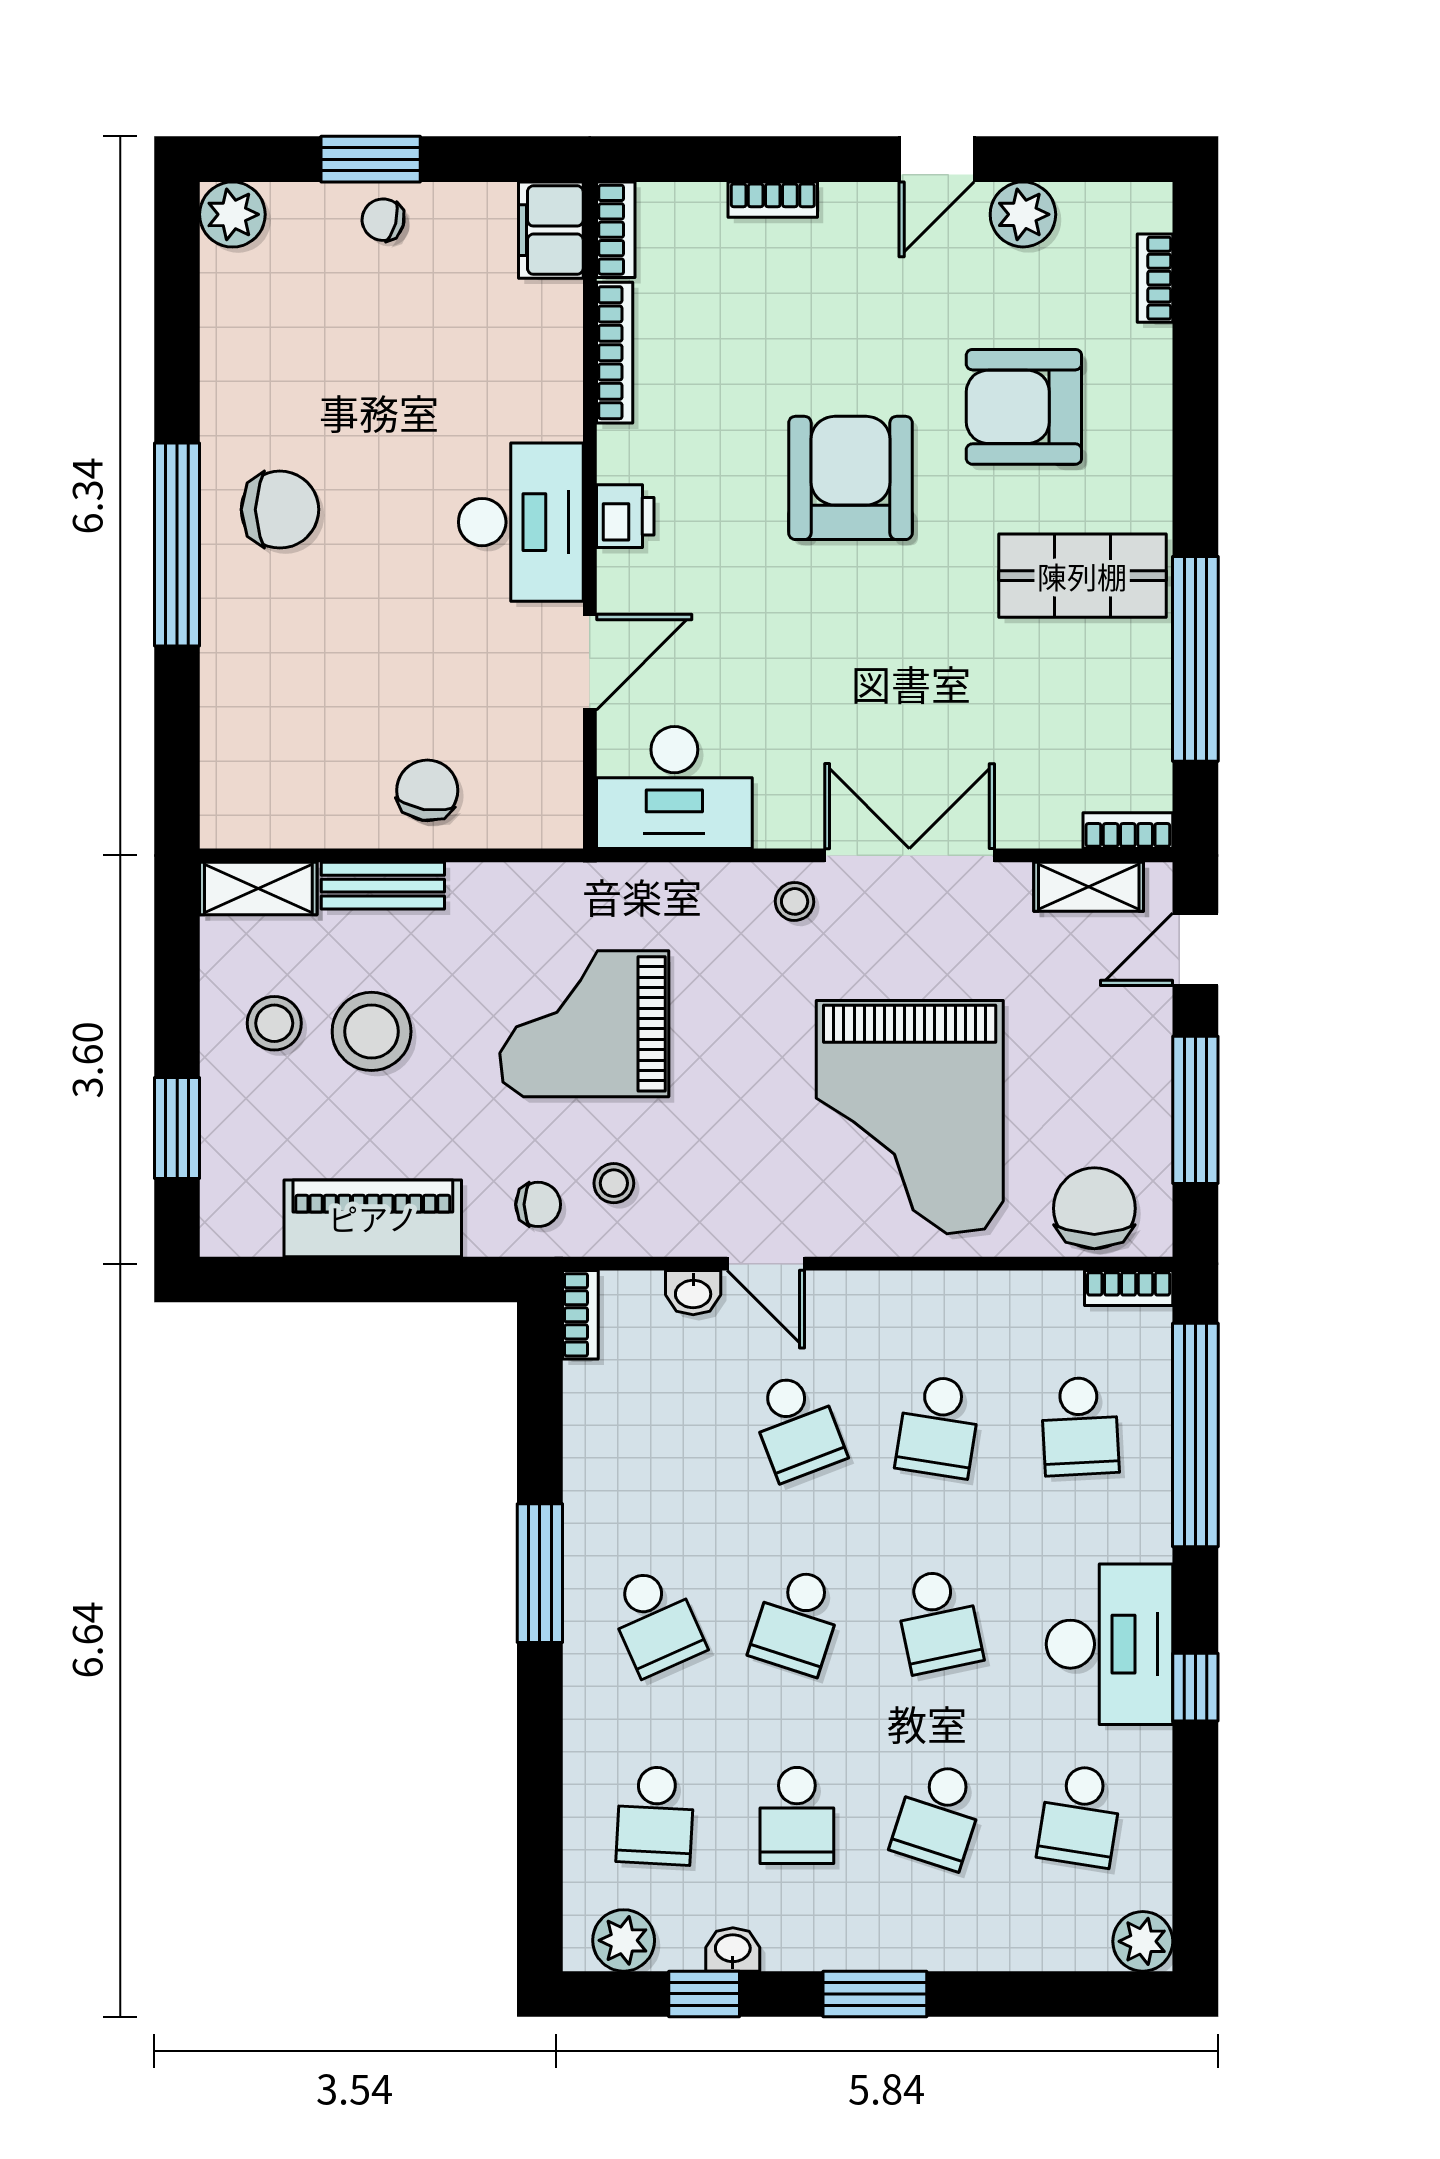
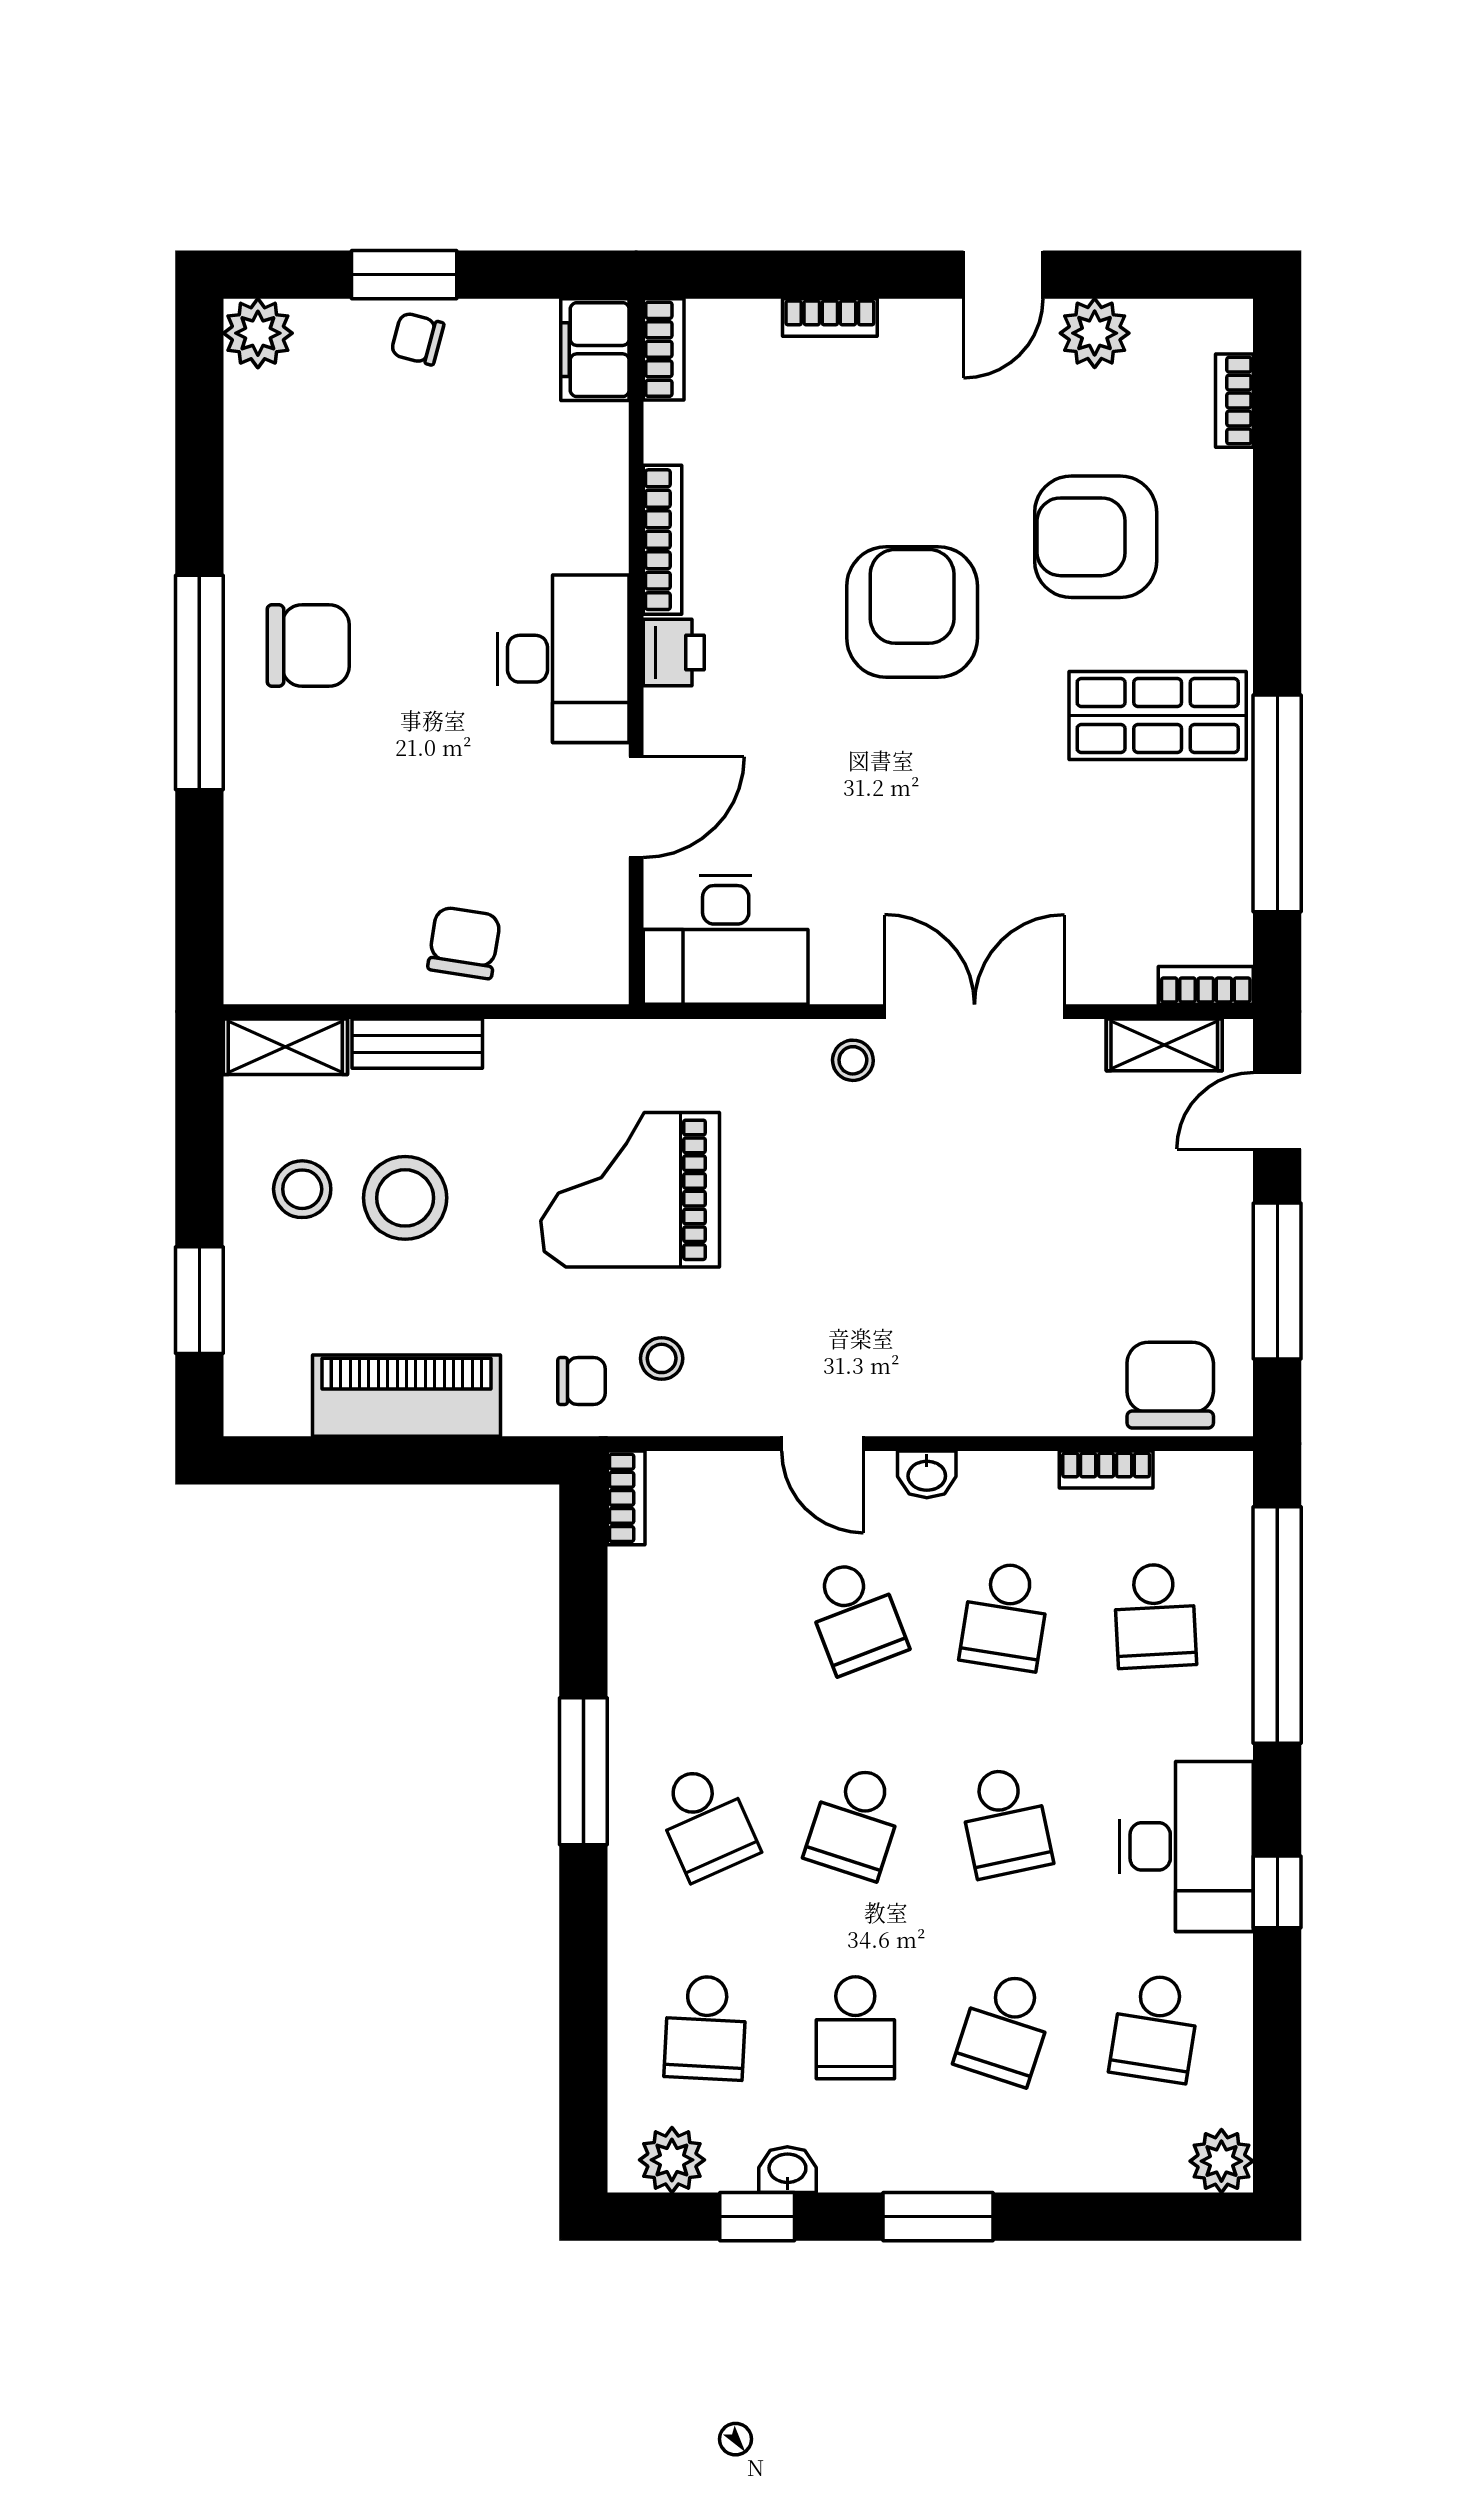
bookcase: (615, 353) -> (662, 540), moved
grand piano: (910, 1117) -> (975, 1289), removed
bookcase: (1129, 1288) -> (1106, 1470), moved
washbasin: (693, 1293) -> (927, 1474), moved

